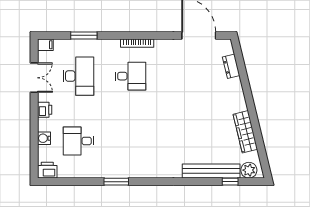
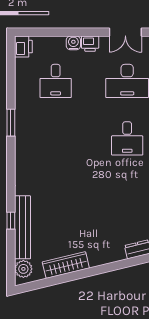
water cooler: (44, 138) -> (73, 43), moved
desk: (78, 141) -> (56, 81), turned 180
window: (230, 182) -> (11, 221), moved

